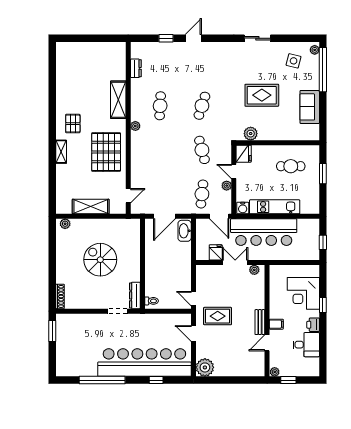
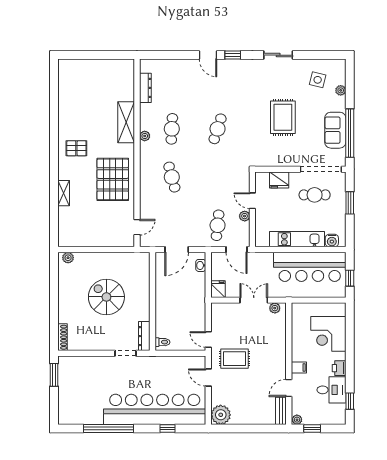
window: (166, 38) -> (233, 55), moved
door: (193, 38) -> (208, 55), swing flipped
plant: (315, 50) -> (341, 90), moved
dresser: (136, 68) -> (145, 88), width x1.44
window: (323, 70) -> (350, 133), moved
rug: (262, 95) -> (283, 117), turned 90
pallet: (73, 124) -> (76, 148), turned 90
plant: (135, 126) -> (145, 136), moved
plant: (251, 134) -> (271, 159), removed
doorway: (296, 143) -> (321, 169), added
cafe table: (202, 150) -> (172, 177), moved
shelving: (61, 152) -> (64, 193), moved
fridge: (244, 154) -> (279, 180), moved, turned 90
shelving: (91, 207) -> (96, 239), removed
water cooler: (243, 208) -> (332, 241), moved
washbasin: (185, 231) -> (201, 265), width x0.52, depth x0.69
bar counter: (264, 232) -> (310, 267), moved
fridge: (216, 252) -> (218, 289), moved
window: (323, 305) -> (350, 401), moved
bench: (260, 322) -> (281, 411), moved

